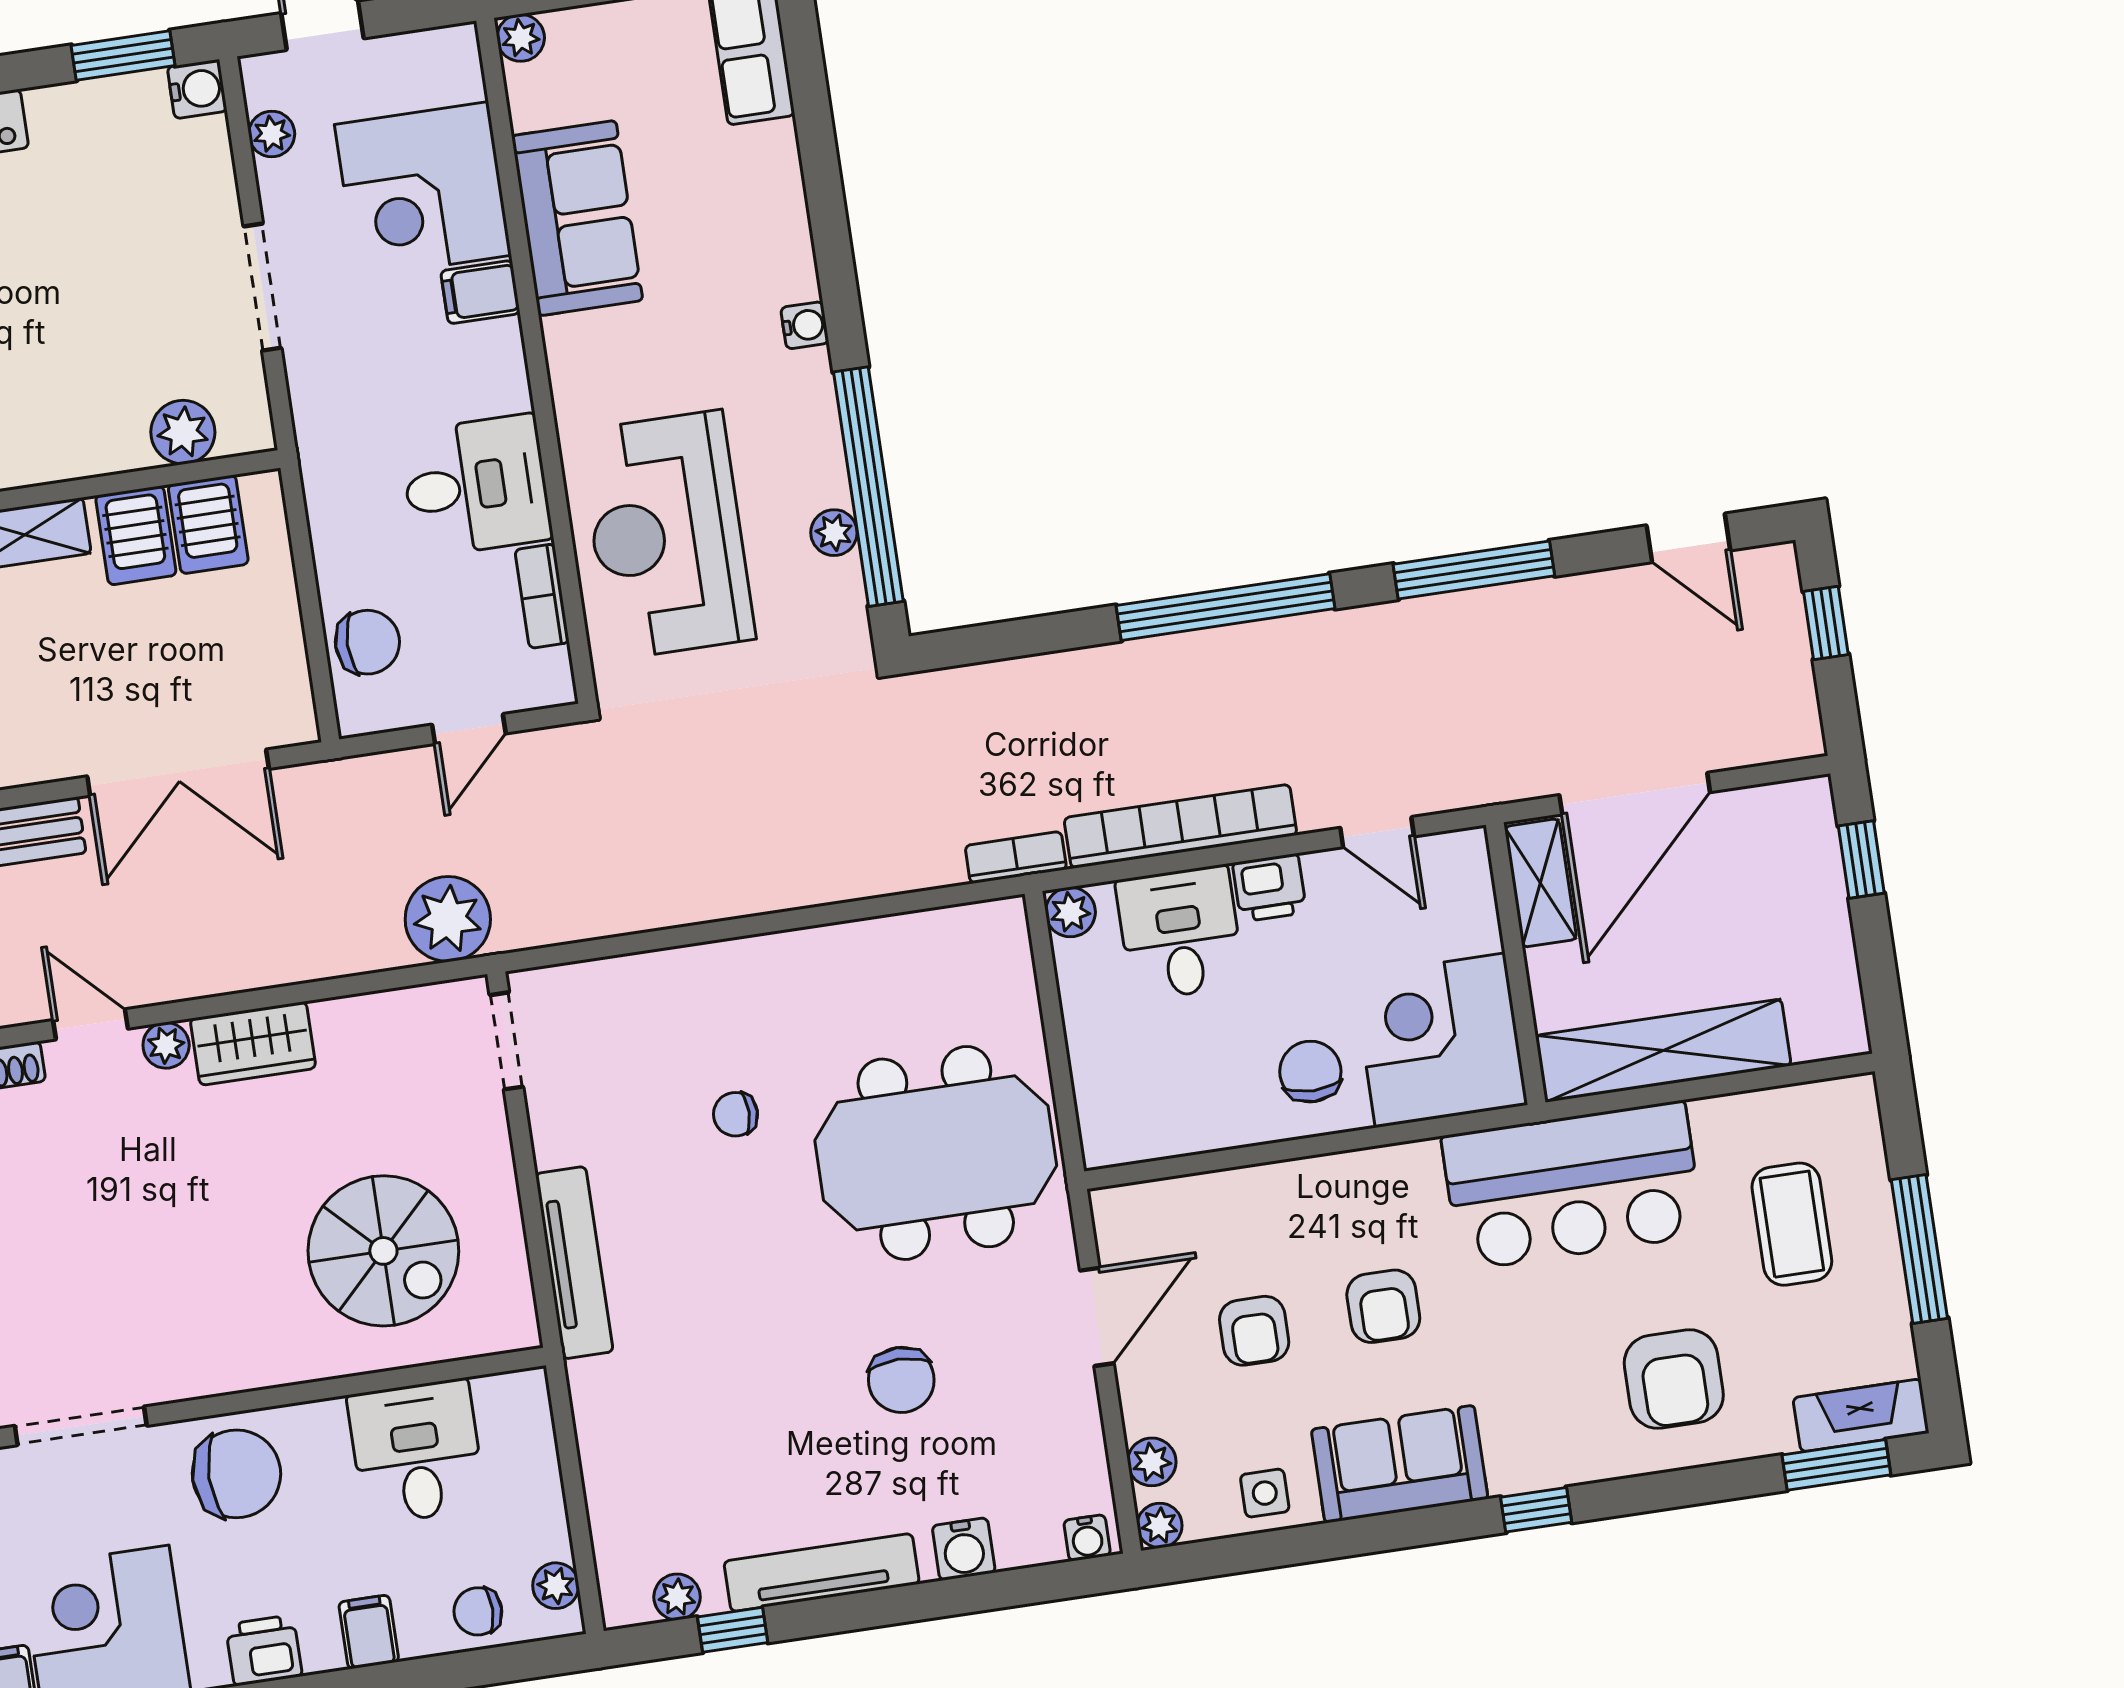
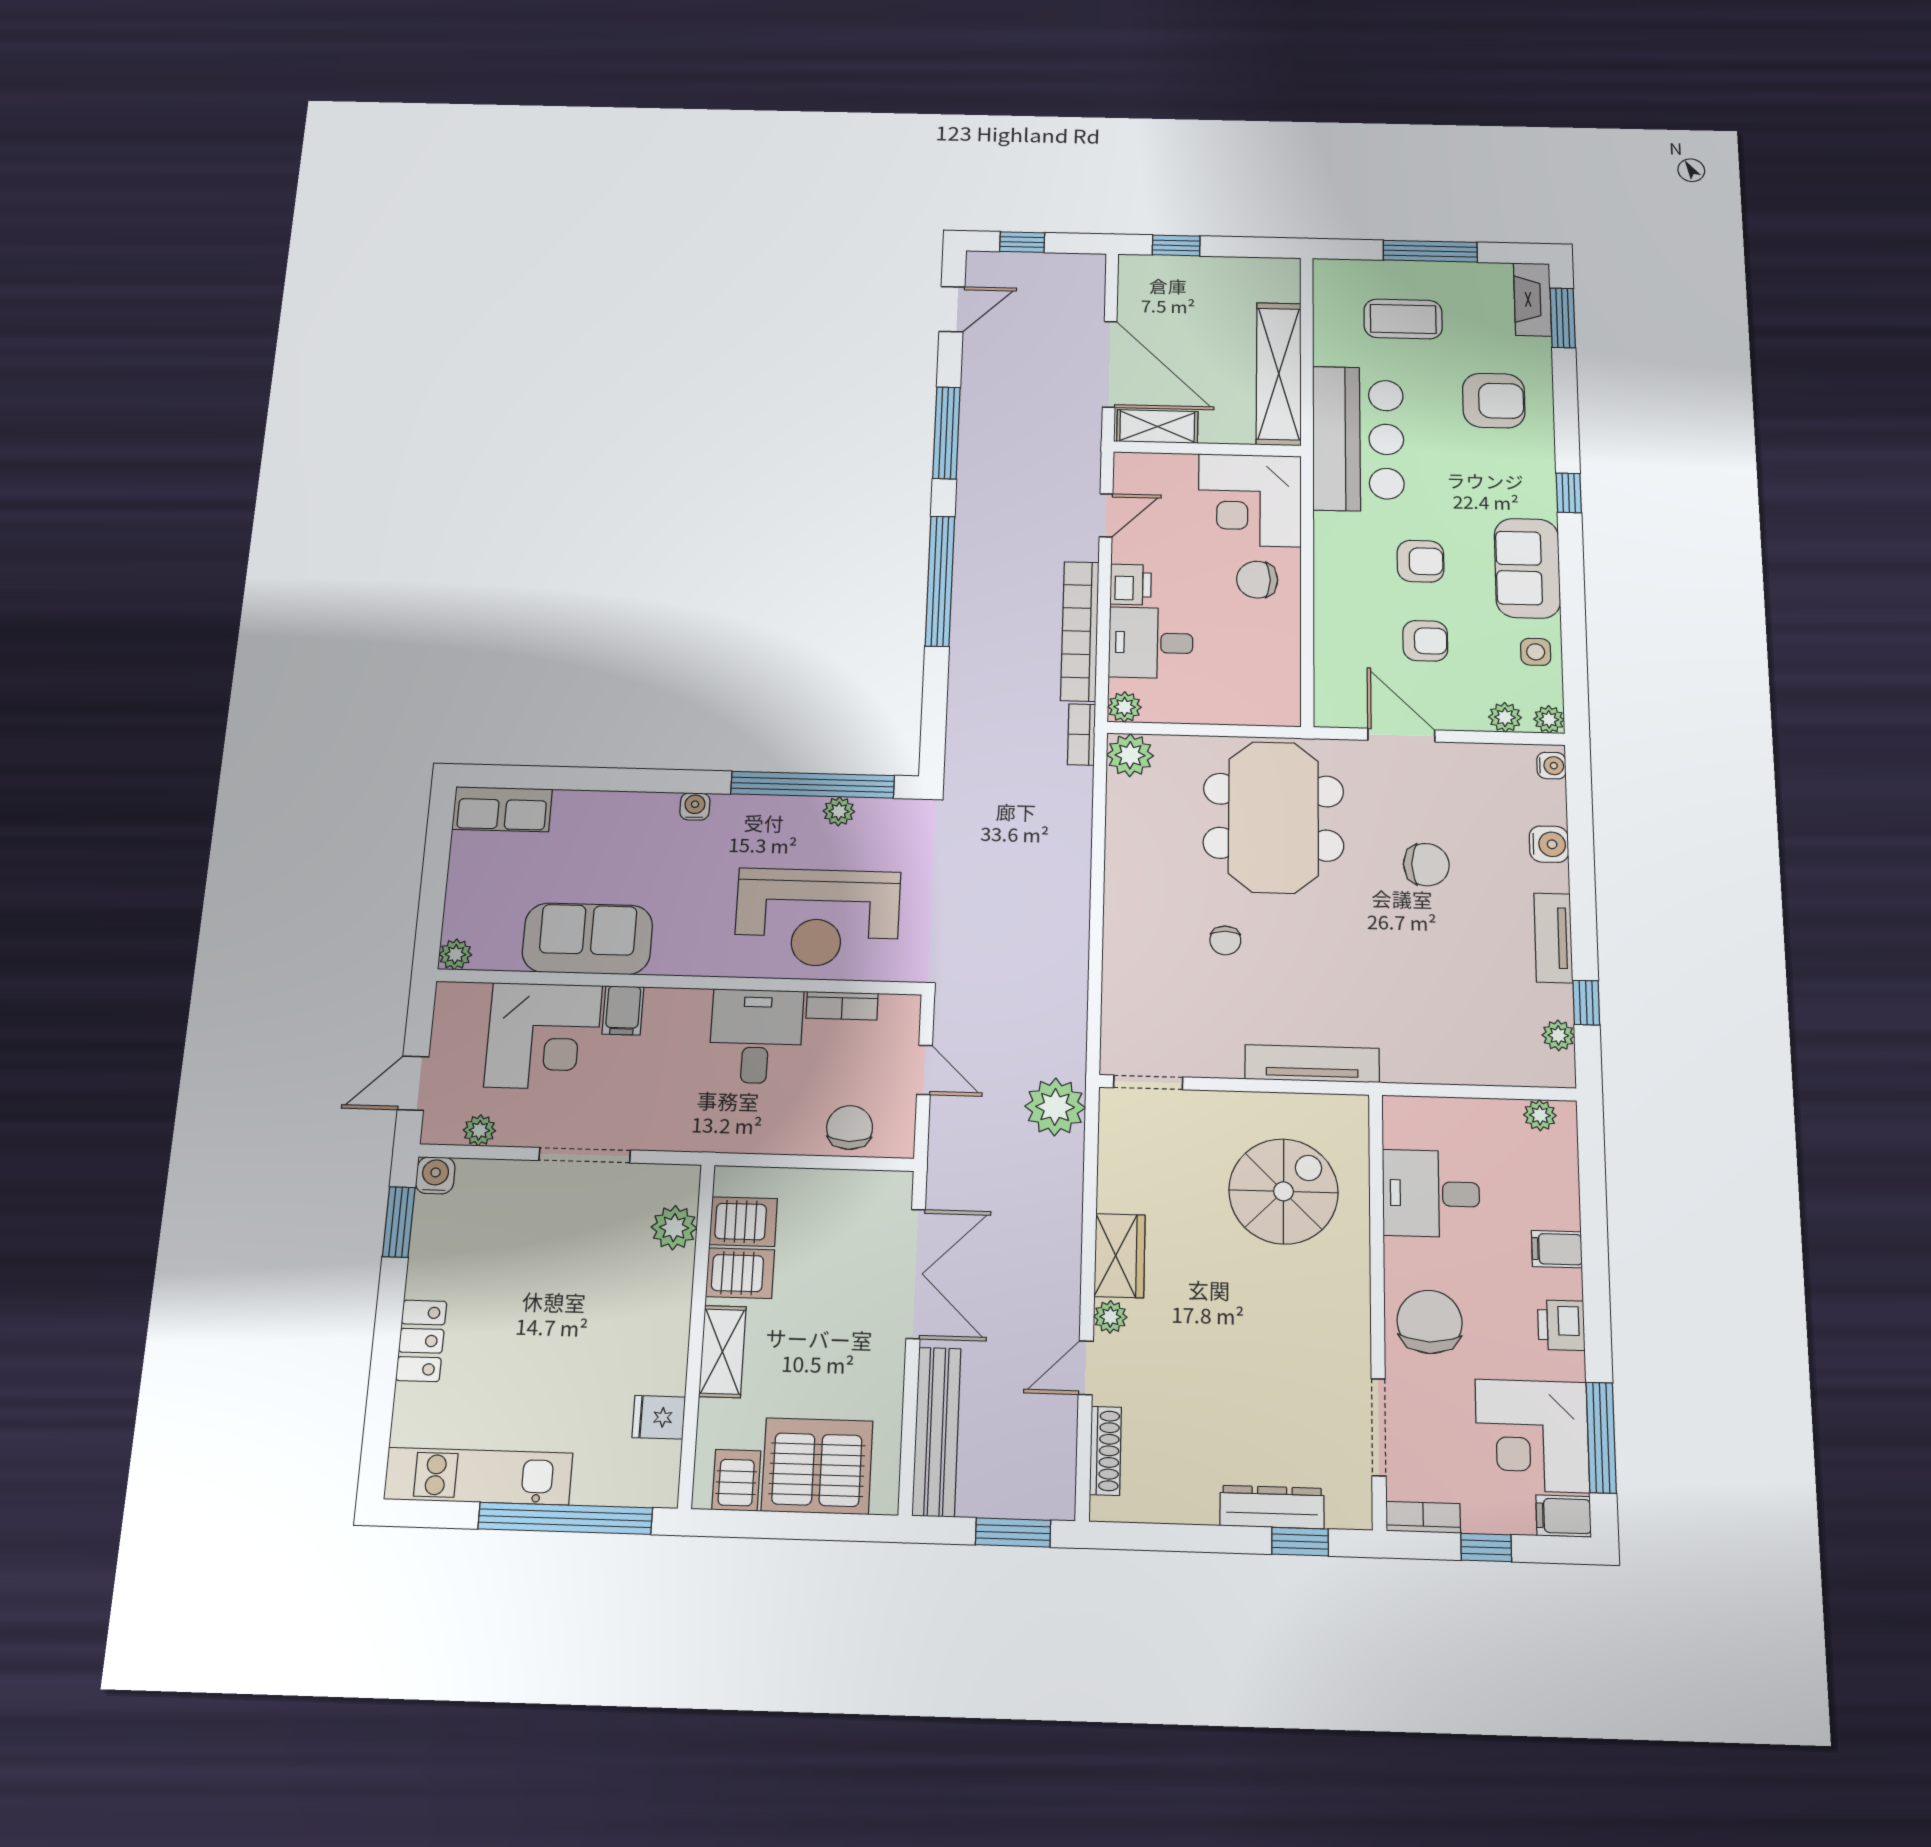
plant: (996, 933) -> (1130, 755), added
tv unit: (822, 1573) -> (1553, 938), width x0.71
chair: (478, 1611) -> (1552, 1171), removed

